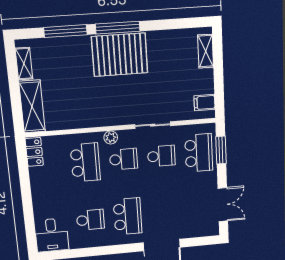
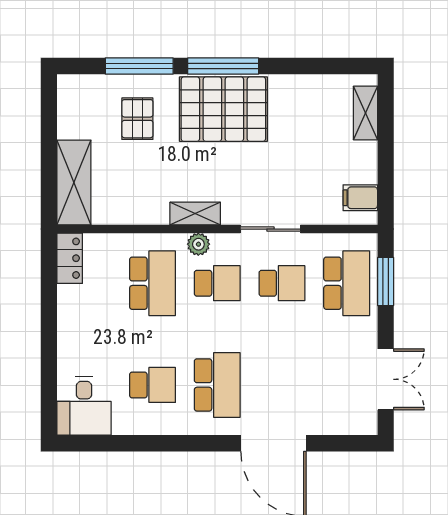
shelving: (24, 64) -> (195, 214), moved, turned 90
pallet: (67, 64) -> (137, 119), added

